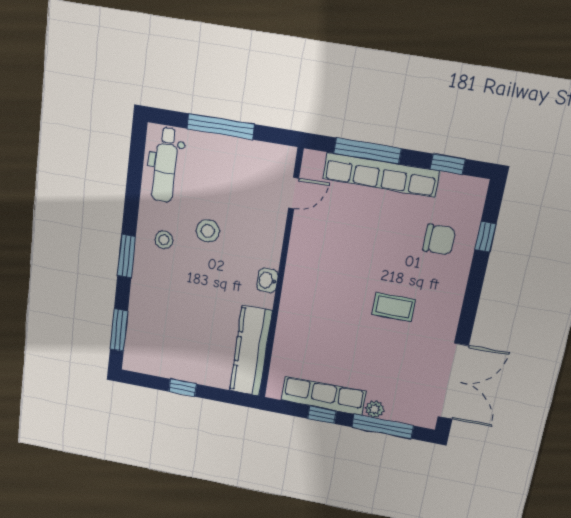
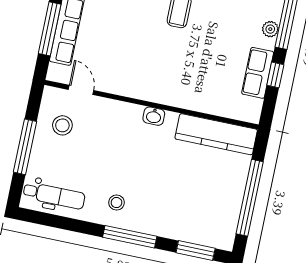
stool: (208, 231) -> (62, 125), moved
window: (126, 256) -> (130, 237), width x1.44
window: (183, 388) -> (250, 198), width x3.17
row of seats: (324, 396) -> (258, 73), width x0.68

